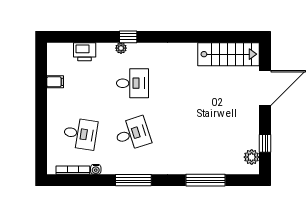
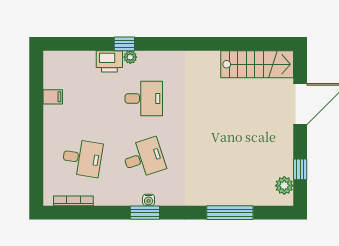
window: (128, 37) -> (124, 44), moved
printer: (85, 52) -> (109, 61), moved
water cooler: (96, 169) -> (149, 200), moved
window: (133, 180) -> (145, 213), width x0.69

